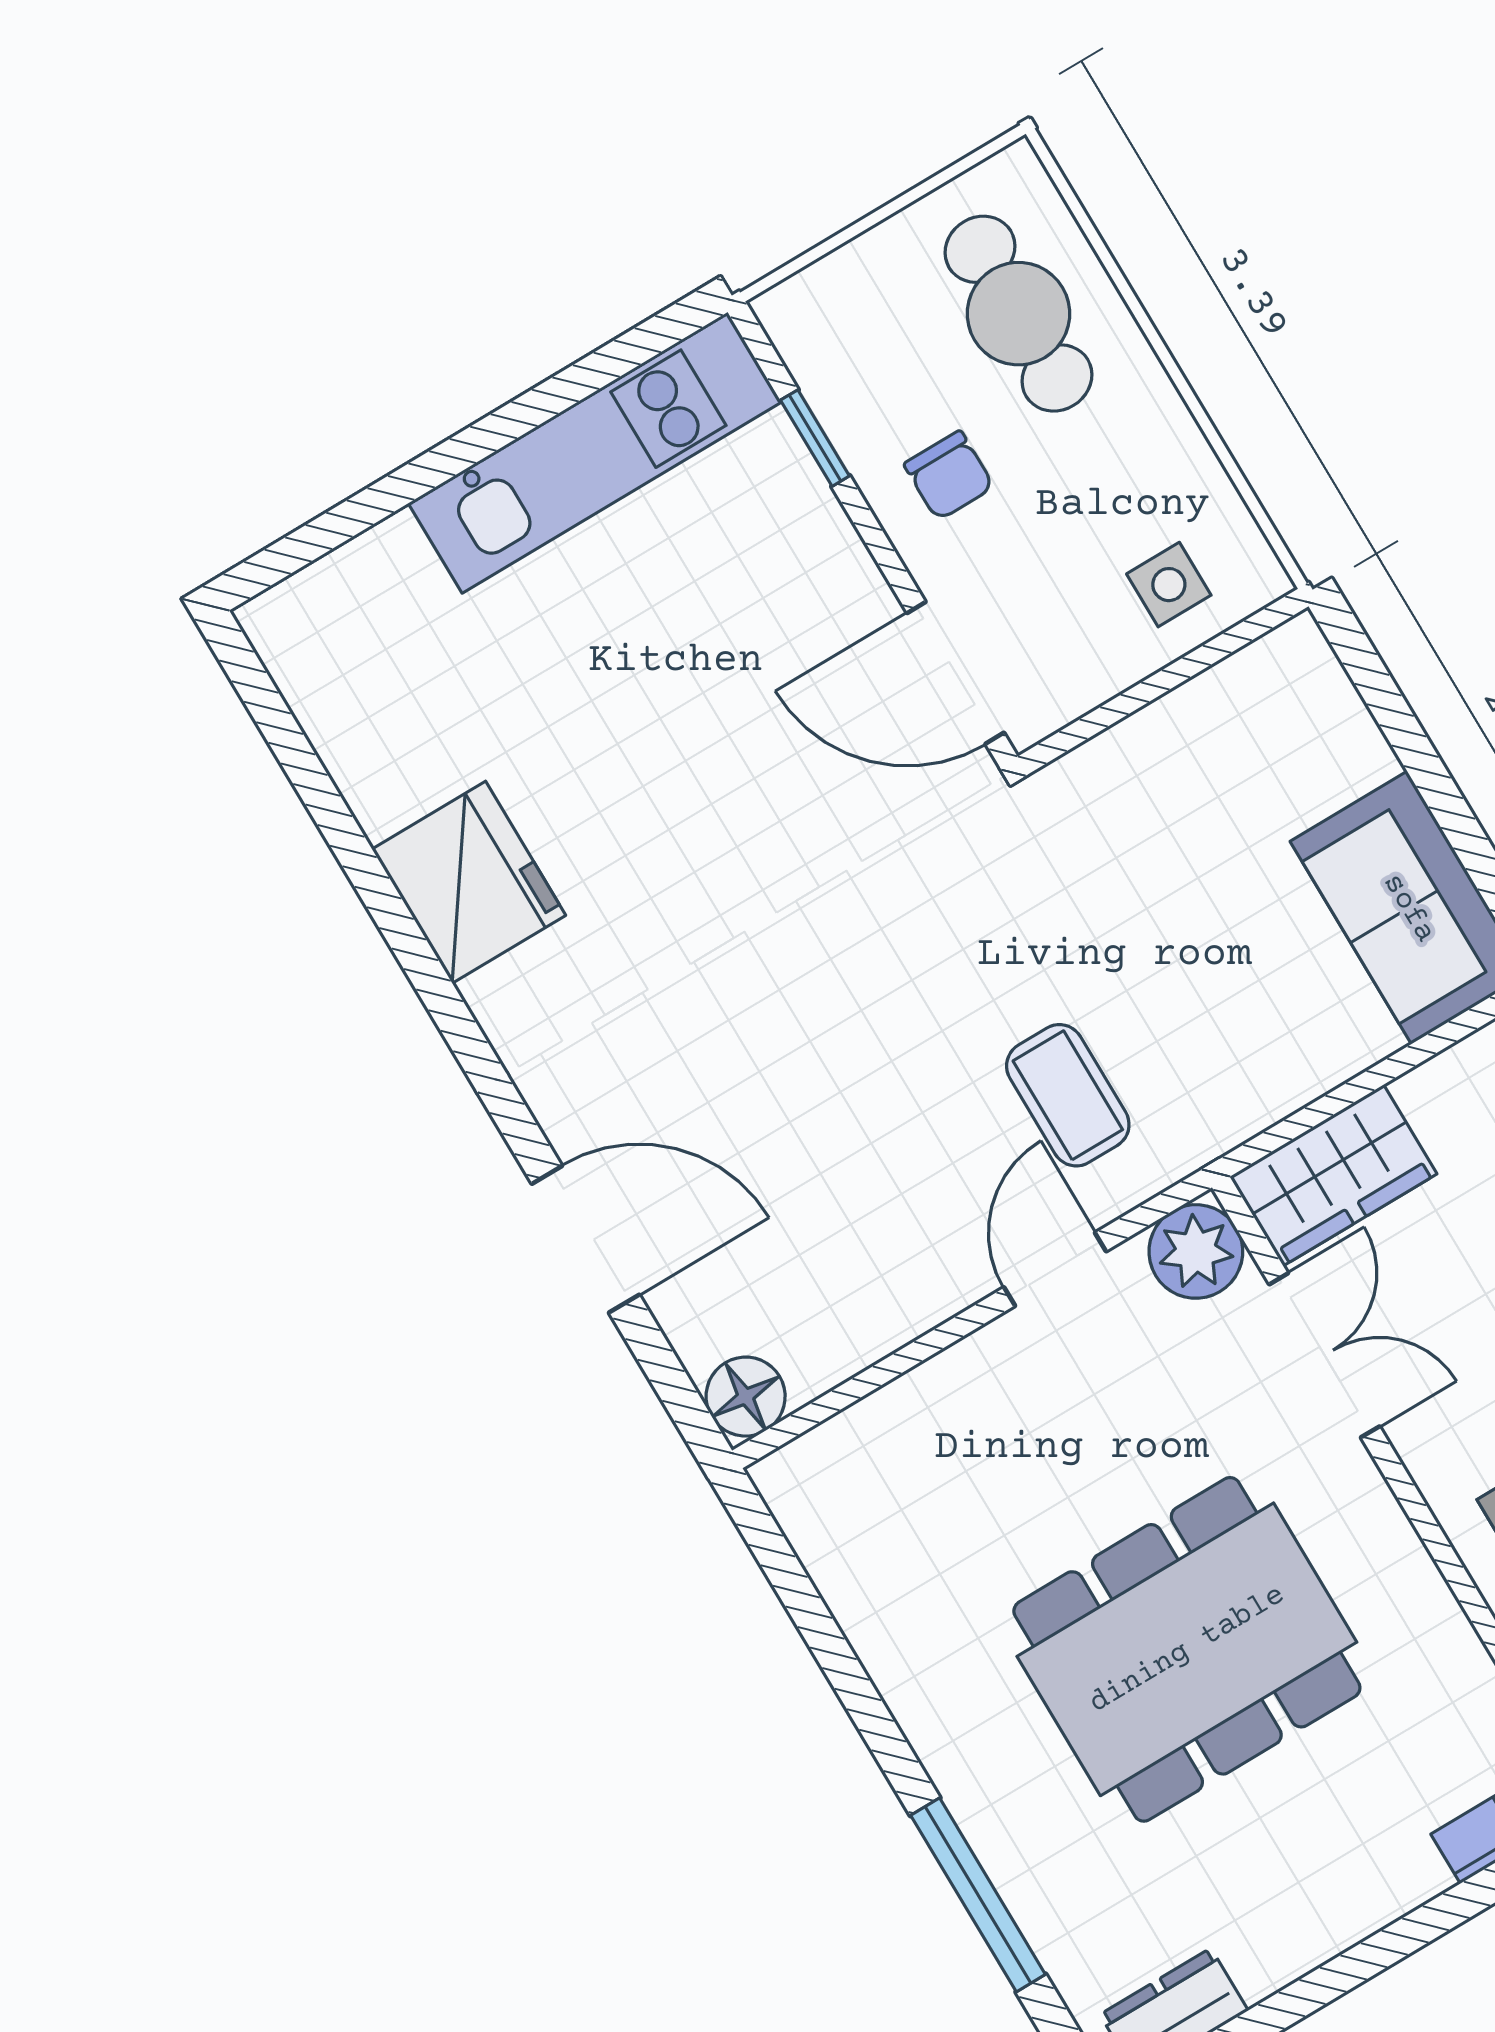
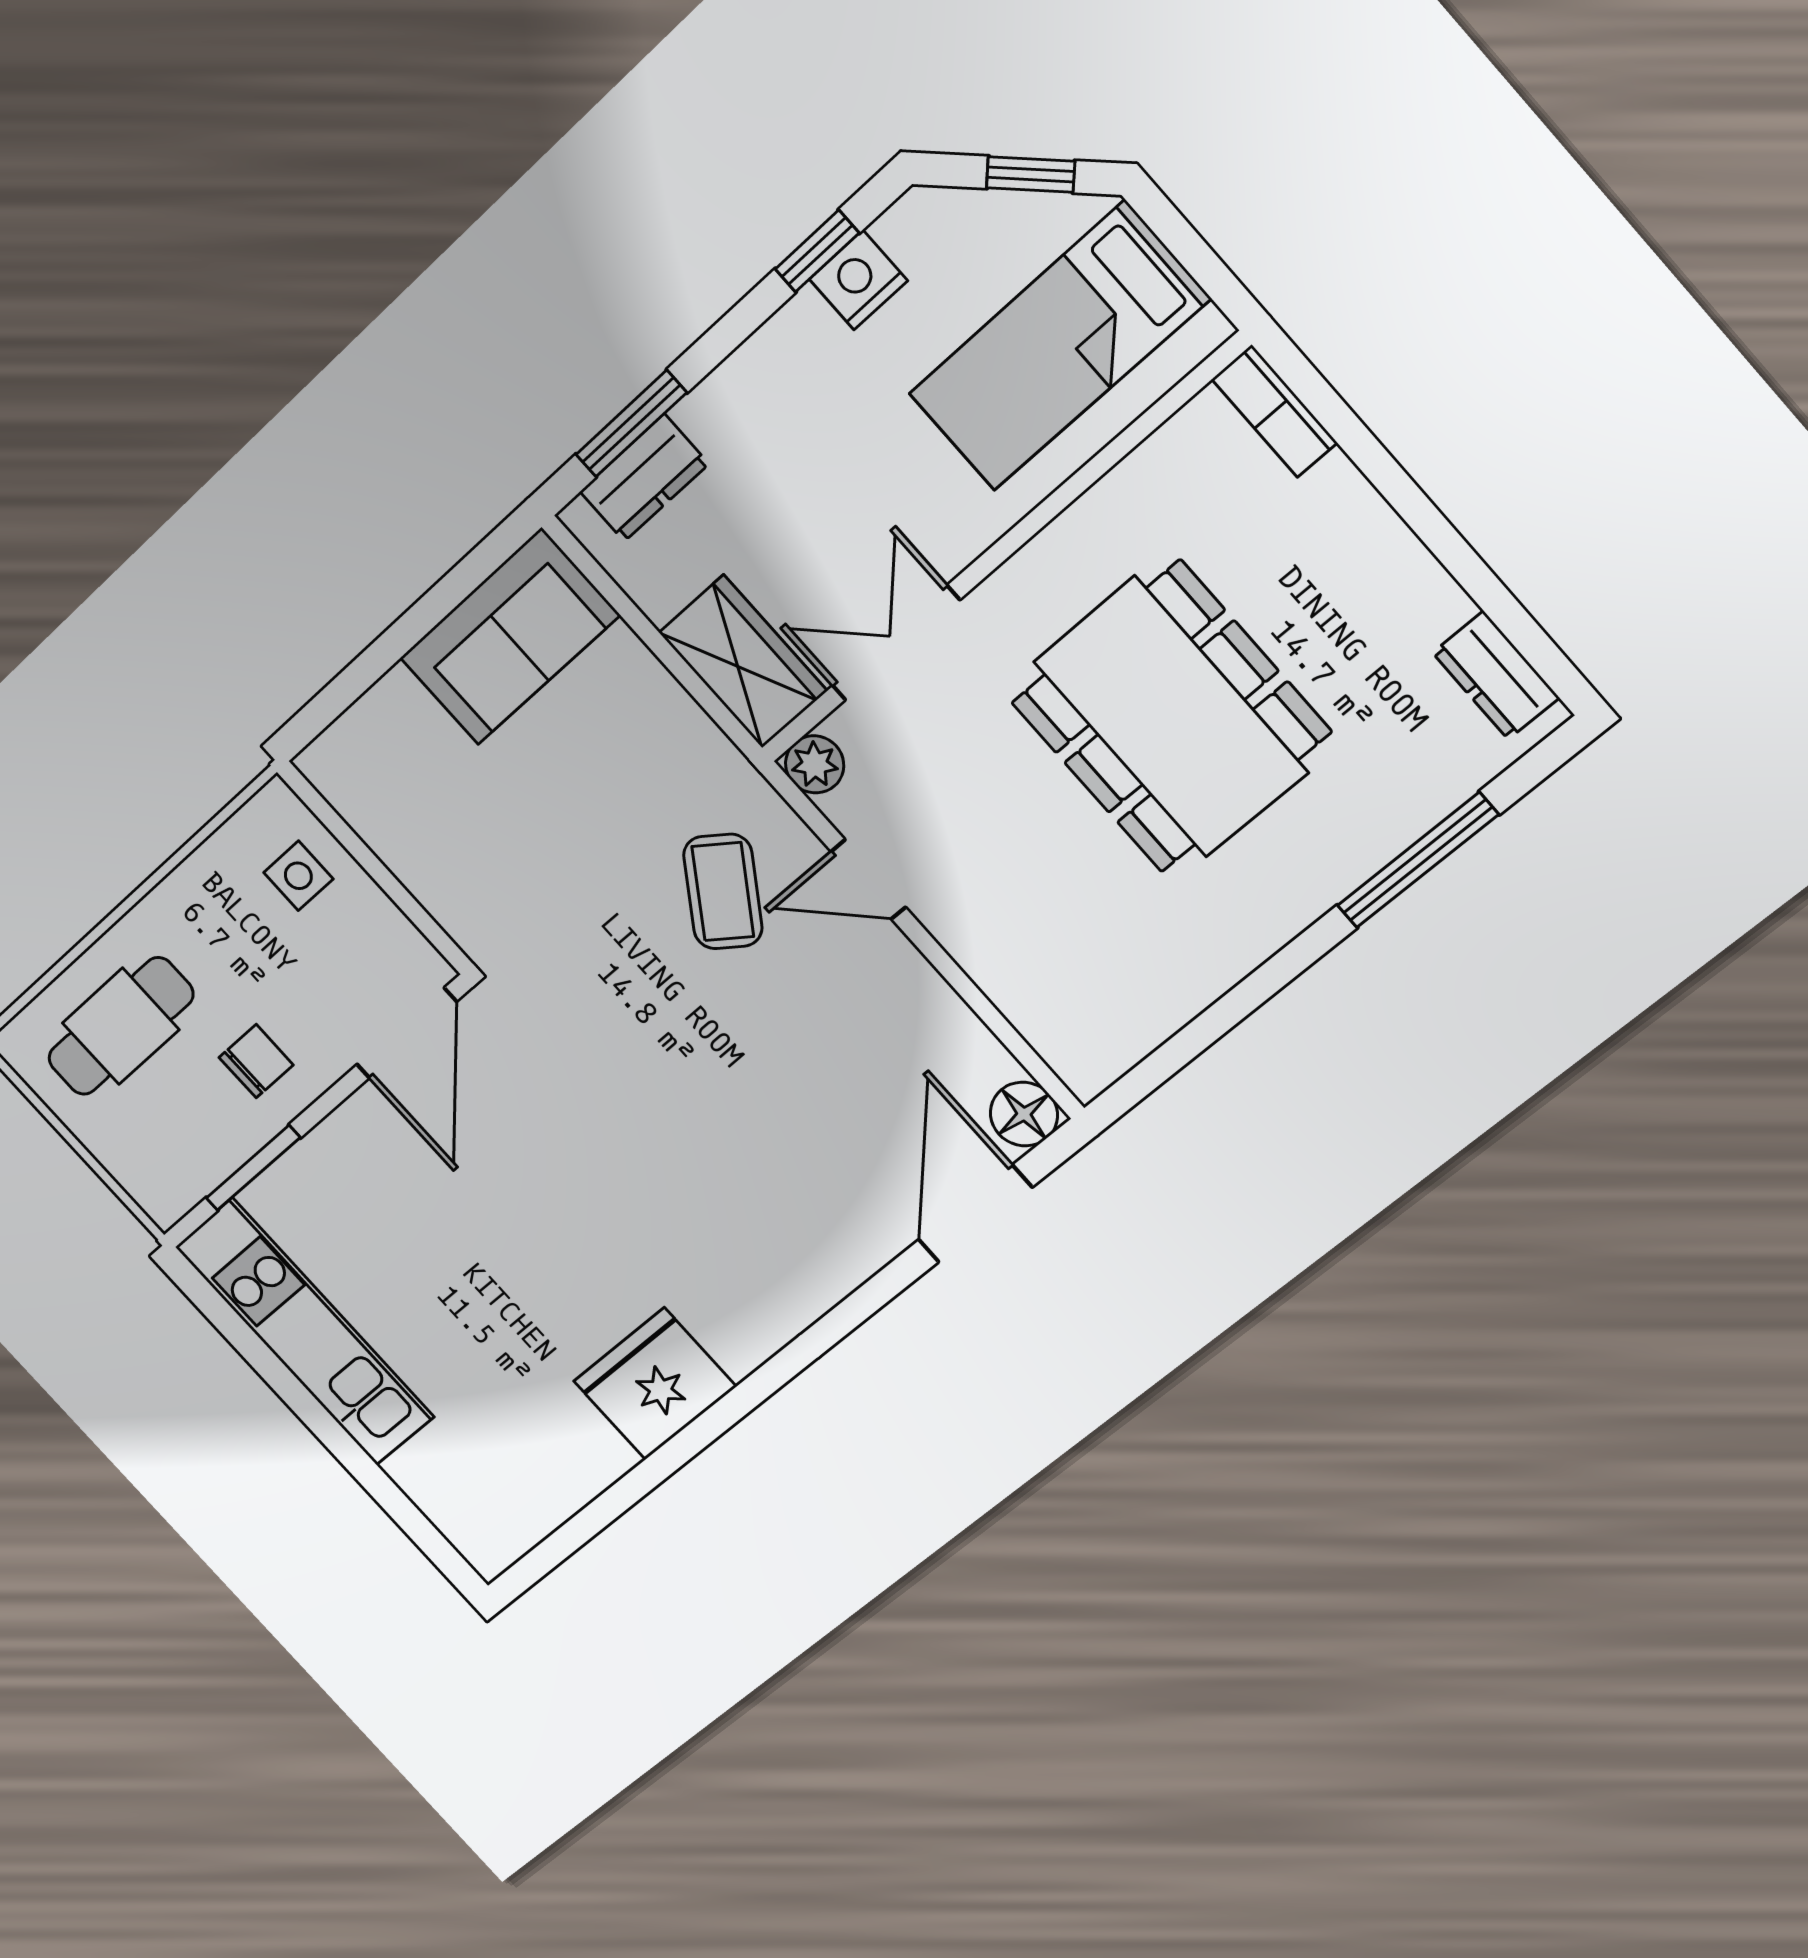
window: (815, 438) -> (253, 1168), width x1.50
coffee table: (1068, 1095) -> (723, 892), turned -55
door: (586, 1239) -> (975, 1214), moved
plant: (1196, 1251) -> (815, 764), width x0.73, depth x0.73

